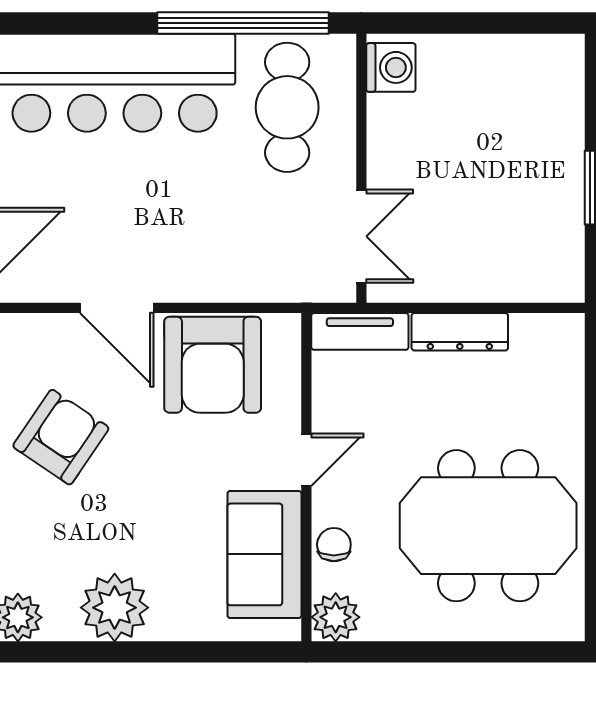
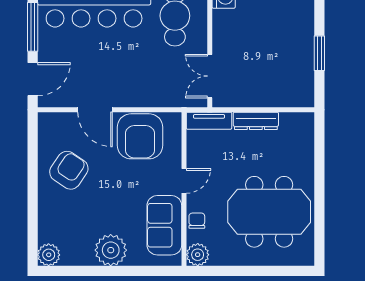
double door: (361, 236) -> (210, 76), swing flipped
plant: (115, 608) -> (111, 250), moved

